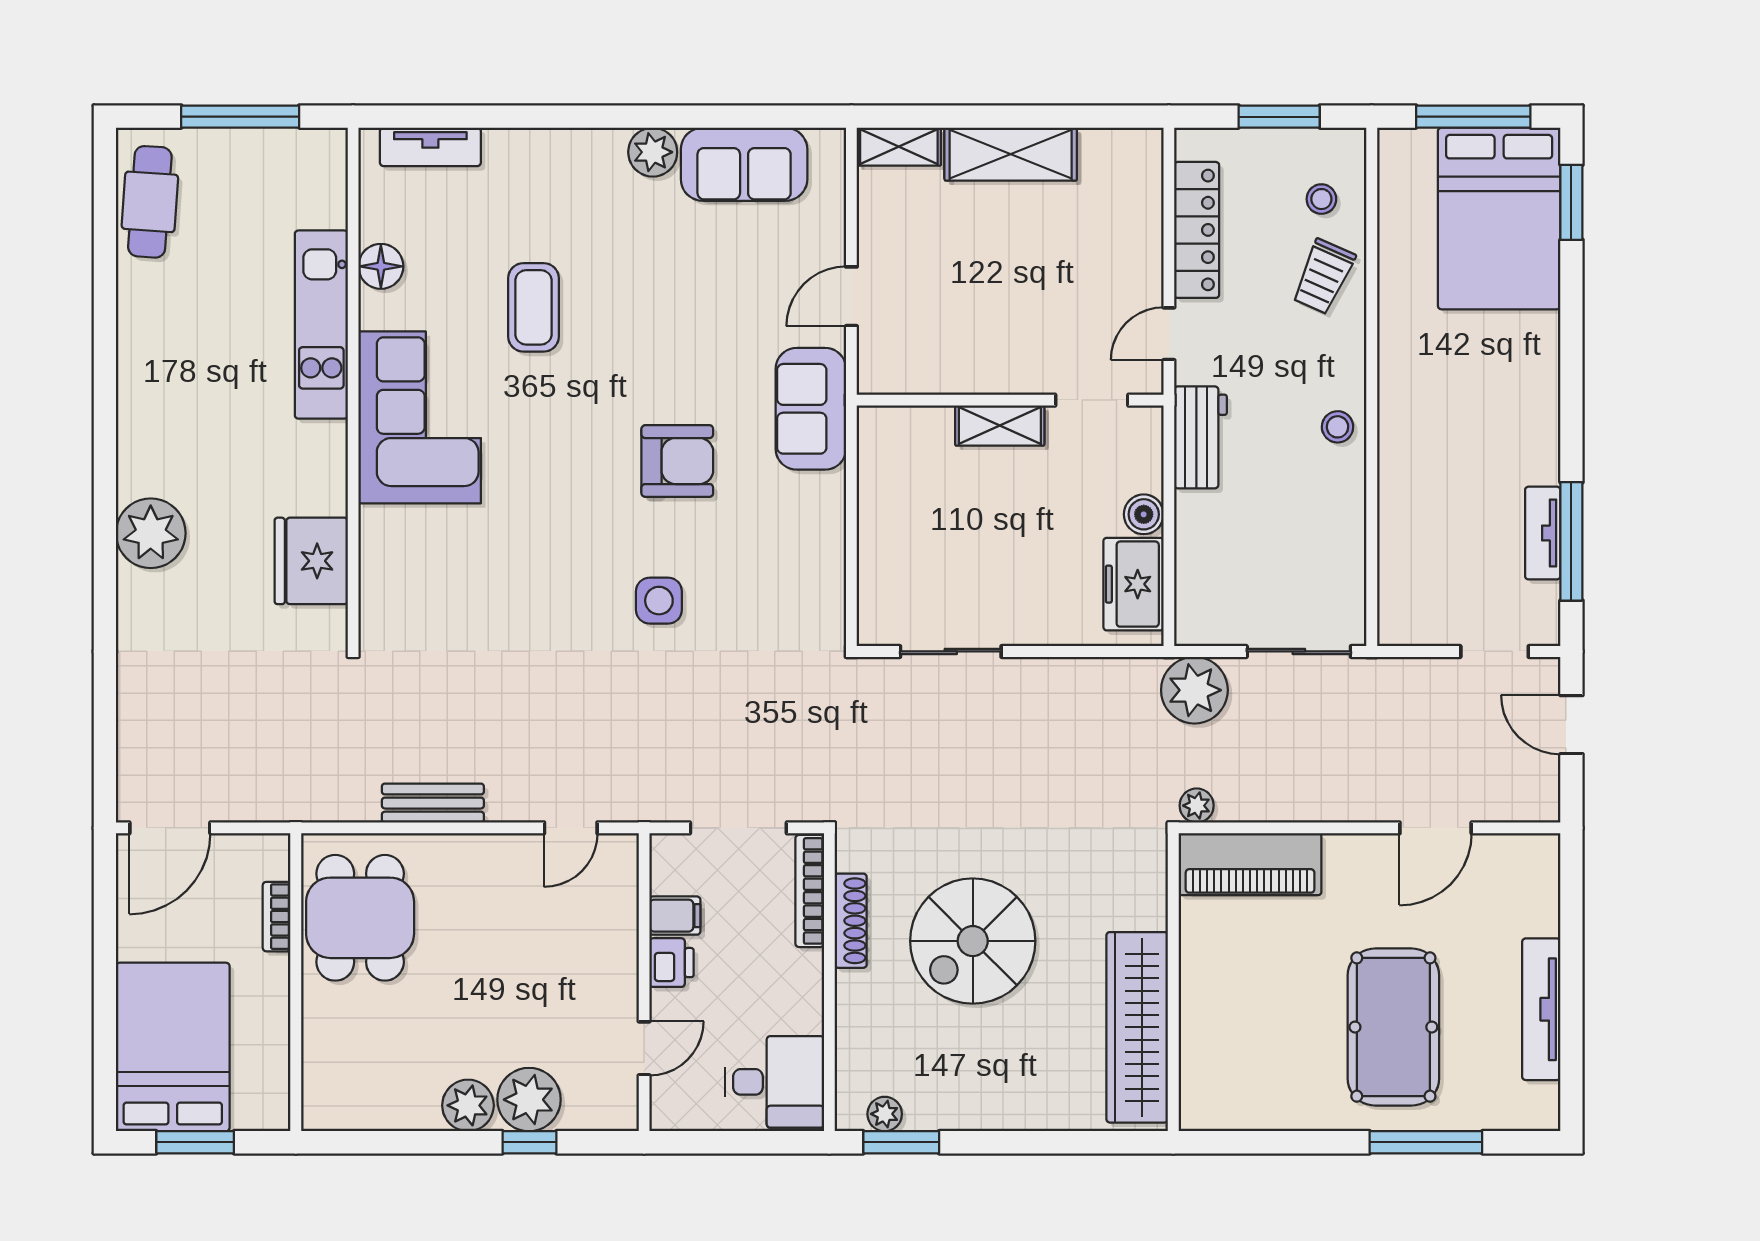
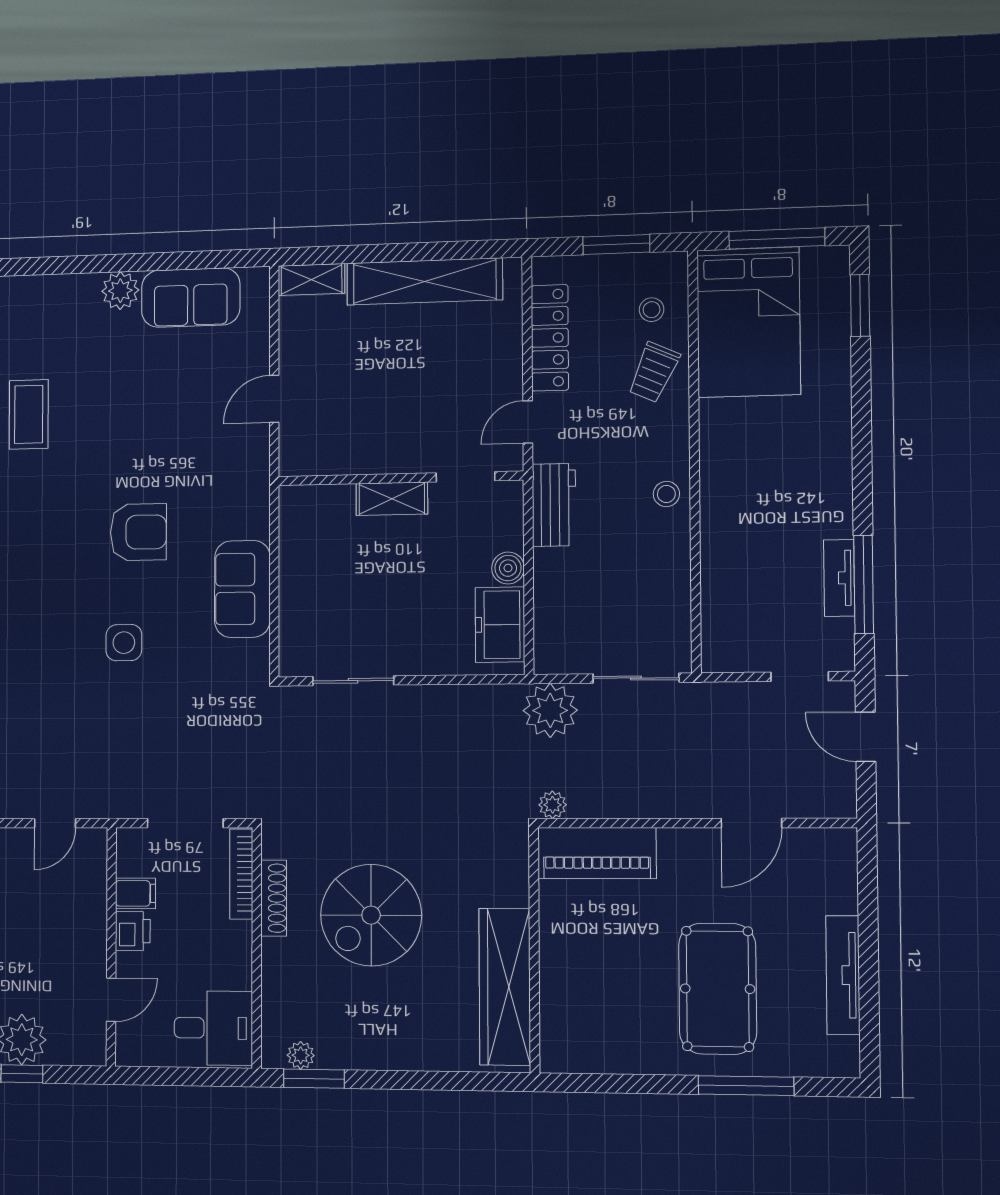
shelving: (1011, 154) -> (425, 281), width x1.47
bed: (1499, 218) -> (748, 322), moved
sofa: (811, 409) -> (242, 589), moved

